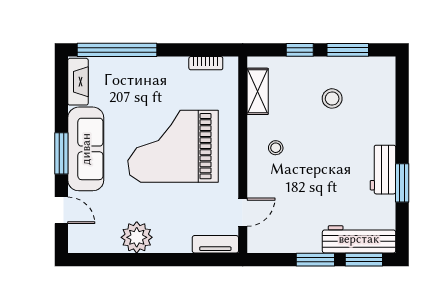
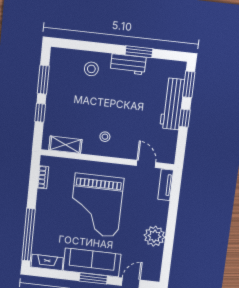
stool: (332, 98) -> (91, 69), moved
workbench: (359, 239) -> (172, 104), moved
window: (315, 260) -> (185, 118), width x0.67

